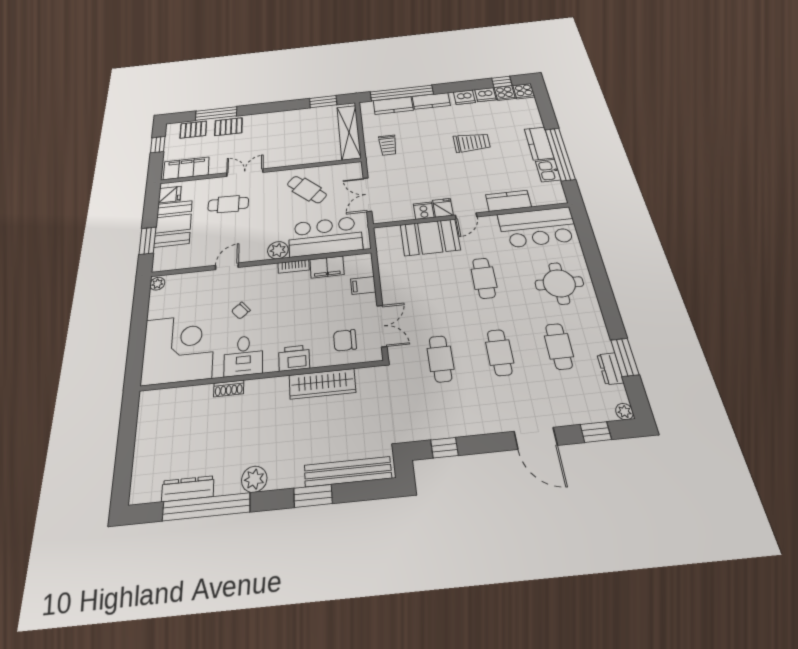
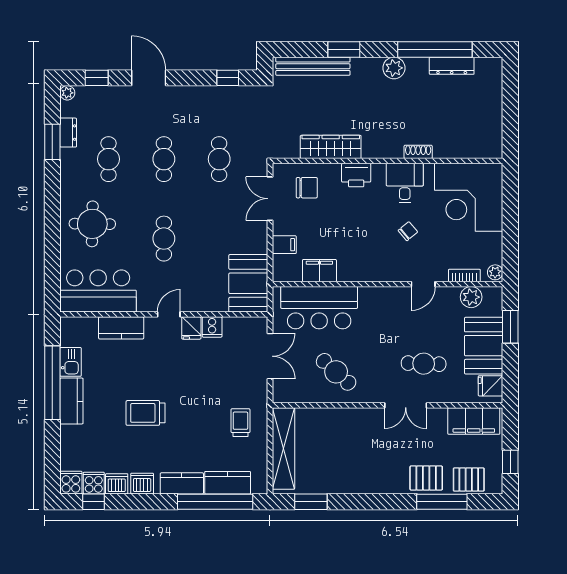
booth: (430, 237) -> (248, 283), moved, turned 90
plant: (278, 250) -> (471, 297), moved
bookcase: (294, 266) -> (464, 275), moved

